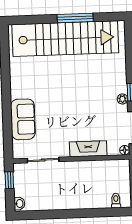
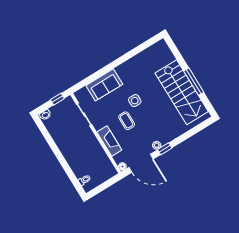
stairs: (65, 39) -> (182, 92), width x0.73
side table: (59, 95) -> (135, 101), added
coffee table: (76, 117) -> (127, 121), added

